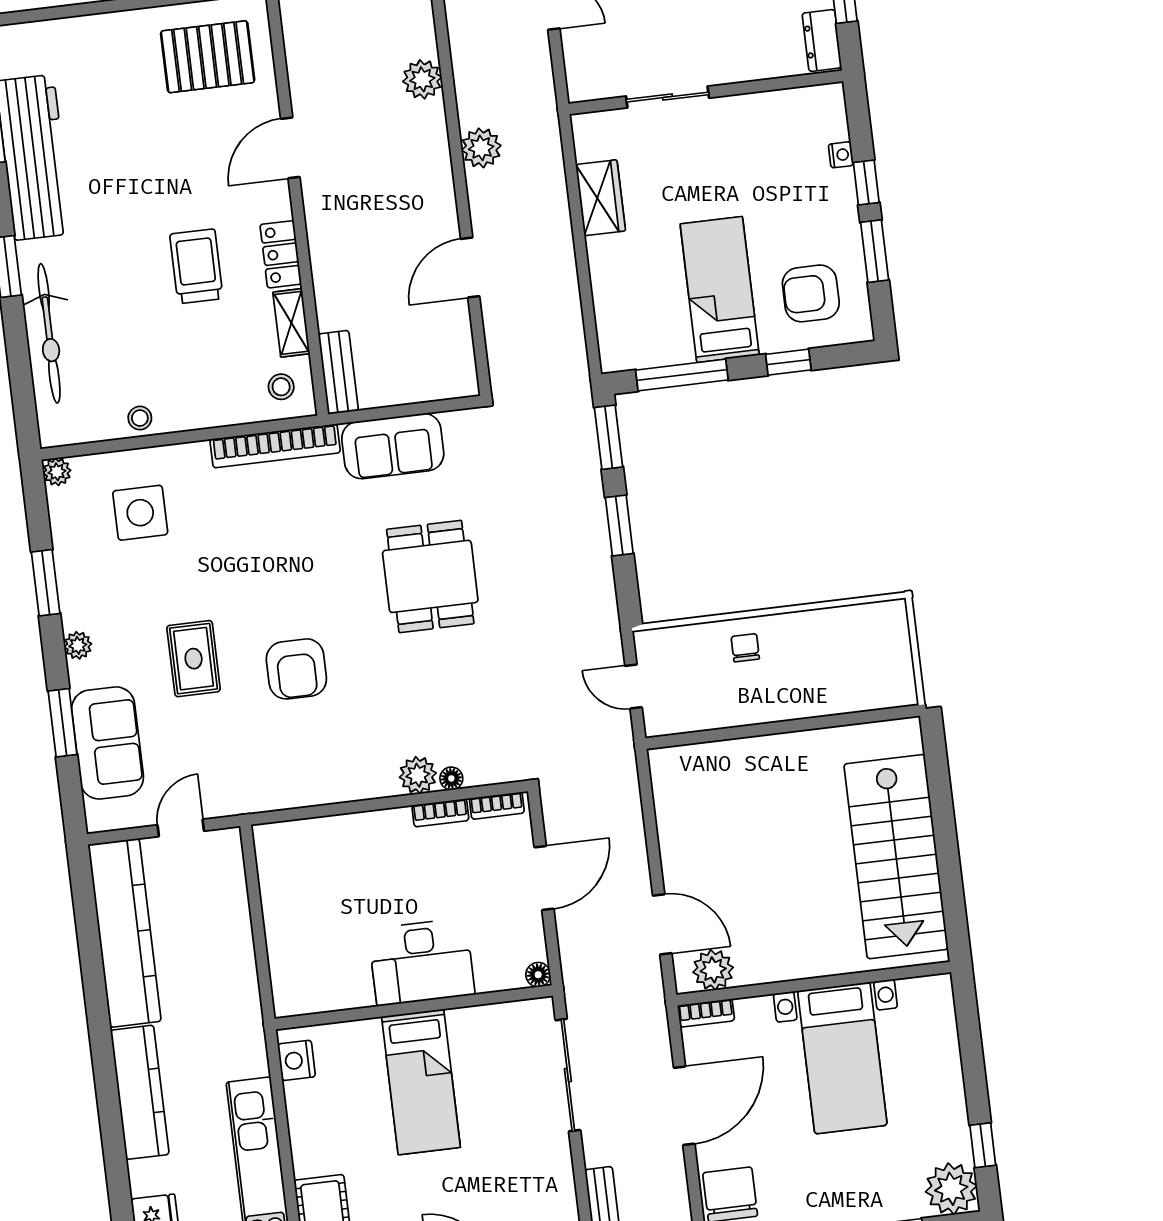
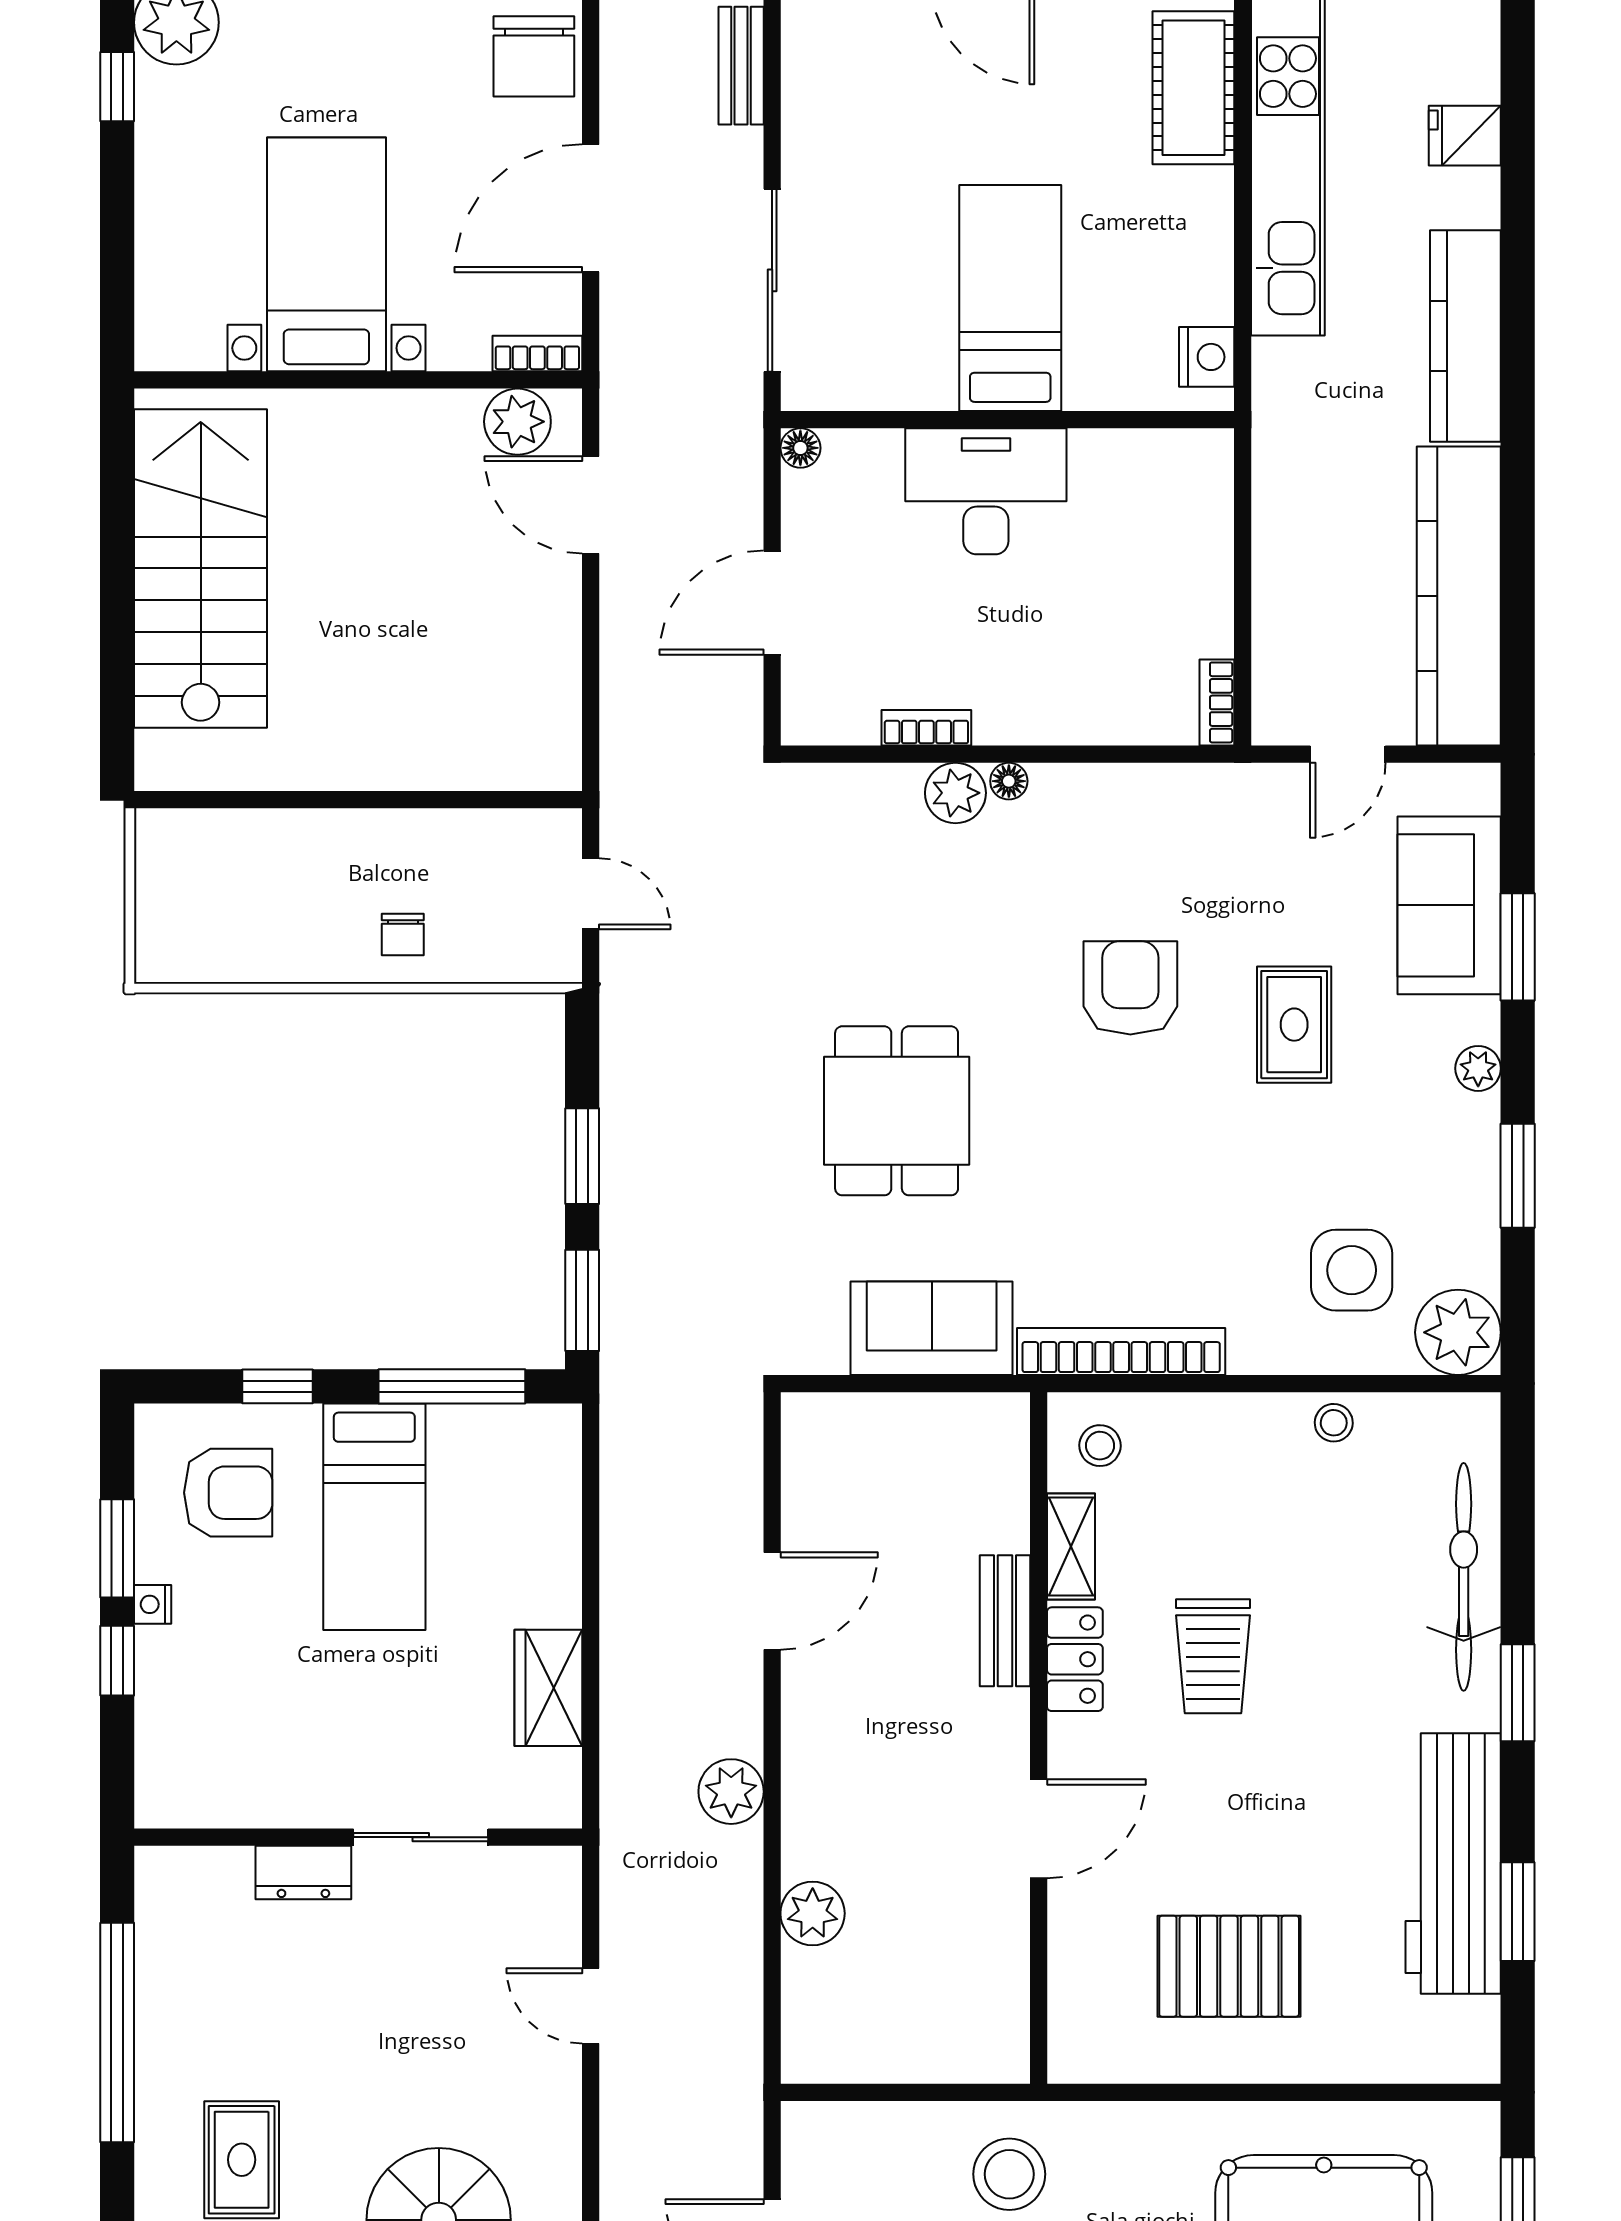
dresser: (822, 40) -> (303, 1872), moved, turned 90
pallet: (208, 57) -> (1229, 1966), moved
nightstand: (841, 155) -> (153, 1604), moved
bench: (338, 372) -> (1005, 1621), moved
plant: (57, 472) -> (1458, 1332), width x1.87, depth x1.87
floor lamp: (451, 778) -> (1009, 781), moved
bookcase: (497, 806) -> (1217, 702), moved, turned -90

